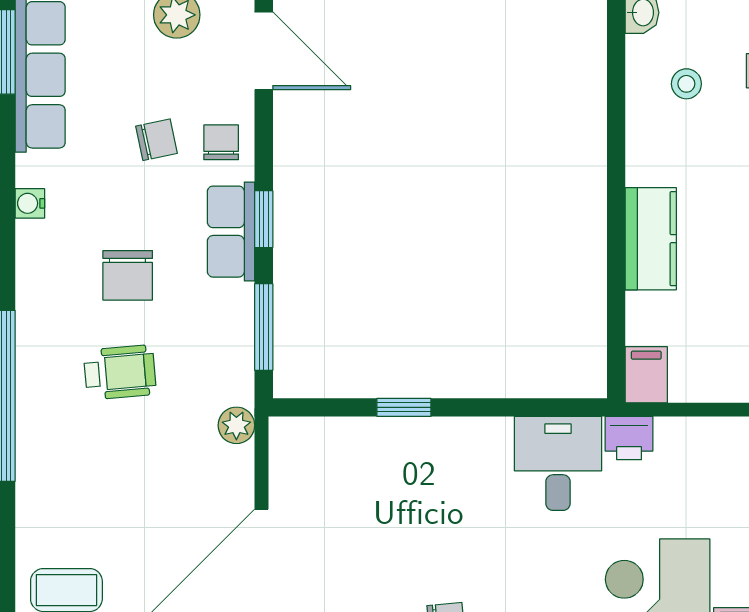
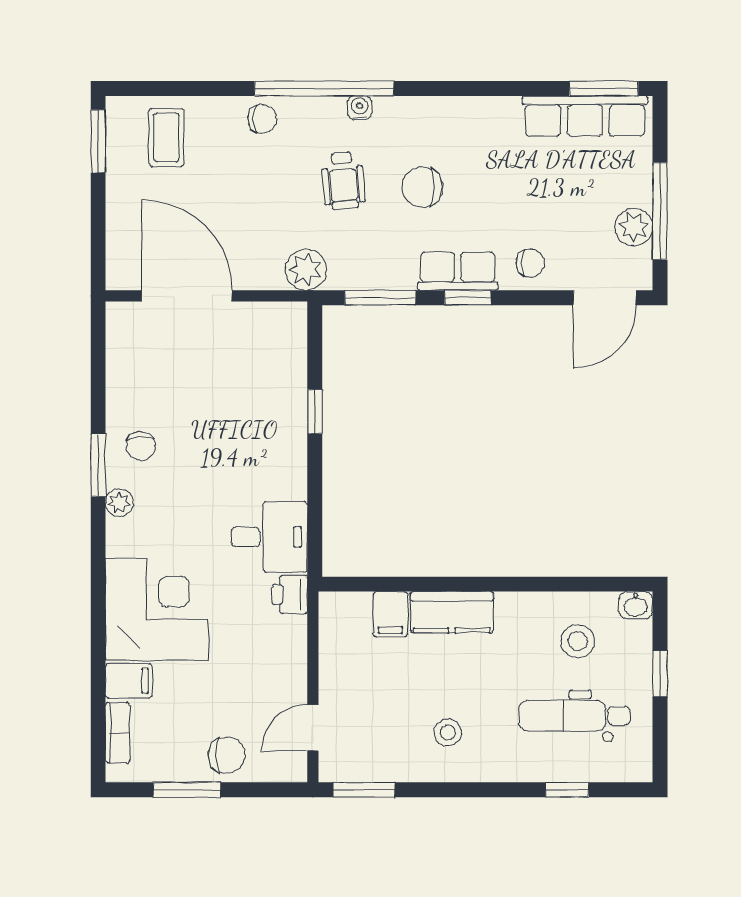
stool: (686, 84) -> (578, 641), width x1.37, depth x1.37
chair: (157, 140) -> (262, 119), moved, turned -78
water cooler: (30, 203) -> (360, 108), moved
filing cabinet: (646, 375) -> (390, 614), moved, turned 90
plant: (236, 425) -> (306, 270), width x1.38, depth x1.38

